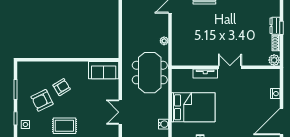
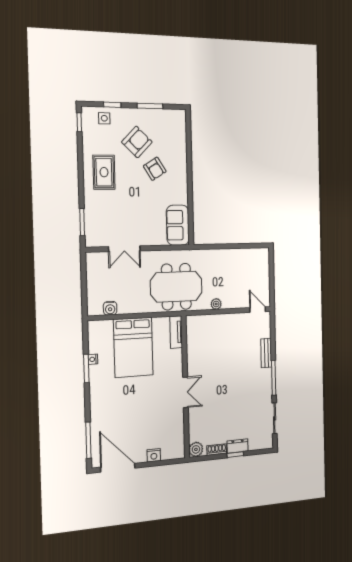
tv unit: (205, 74) -> (176, 332), moved
armchair: (42, 100) -> (137, 142), turned 70
double door: (120, 112) -> (124, 249), swing flipped

